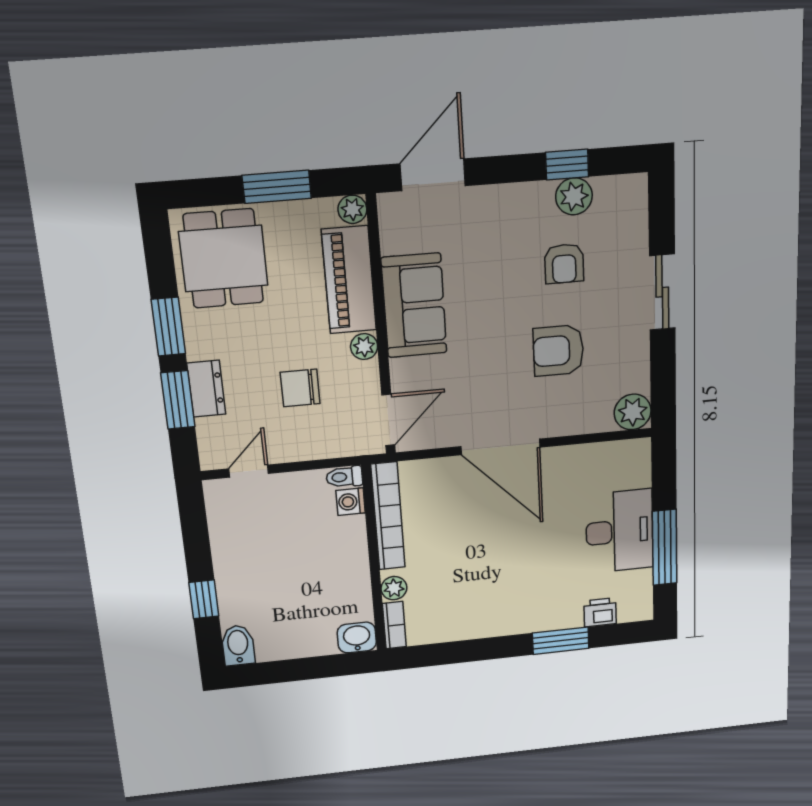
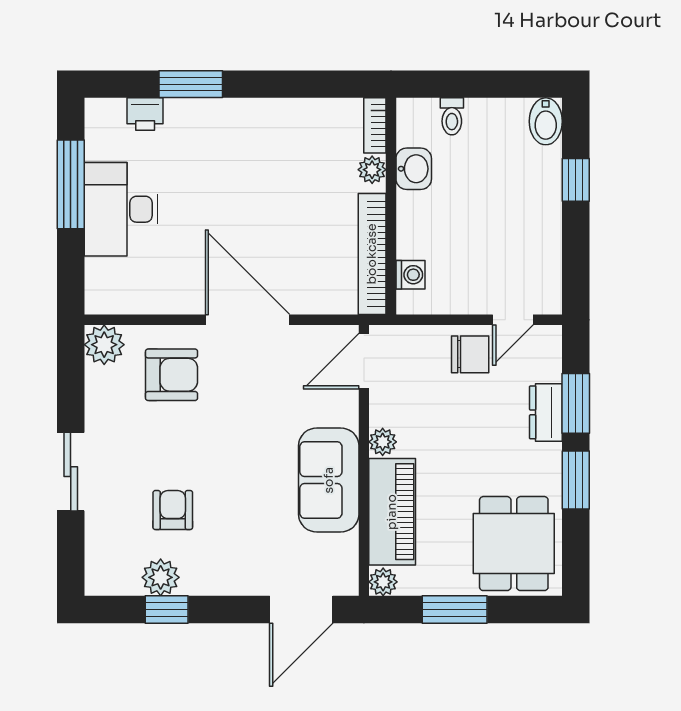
armchair: (558, 351) -> (172, 375), moved
chair: (300, 388) -> (470, 354), moved
toilet: (344, 477) -> (452, 116), moved, turned 90
washbasin: (357, 638) -> (414, 169), moved, turned -90

